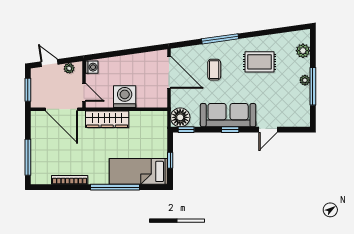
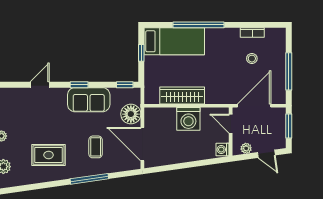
door: (61, 109) -> (254, 106), hinge flipped
sofa: (228, 115) -> (89, 100), width x0.73
floor lamp: (180, 117) -> (131, 114), moved
wardrobe: (107, 119) -> (182, 95), moved
stool: (64, 155) -> (252, 59), added
window: (28, 157) -> (289, 71), moved
bookcase: (70, 180) -> (252, 33), width x0.64

